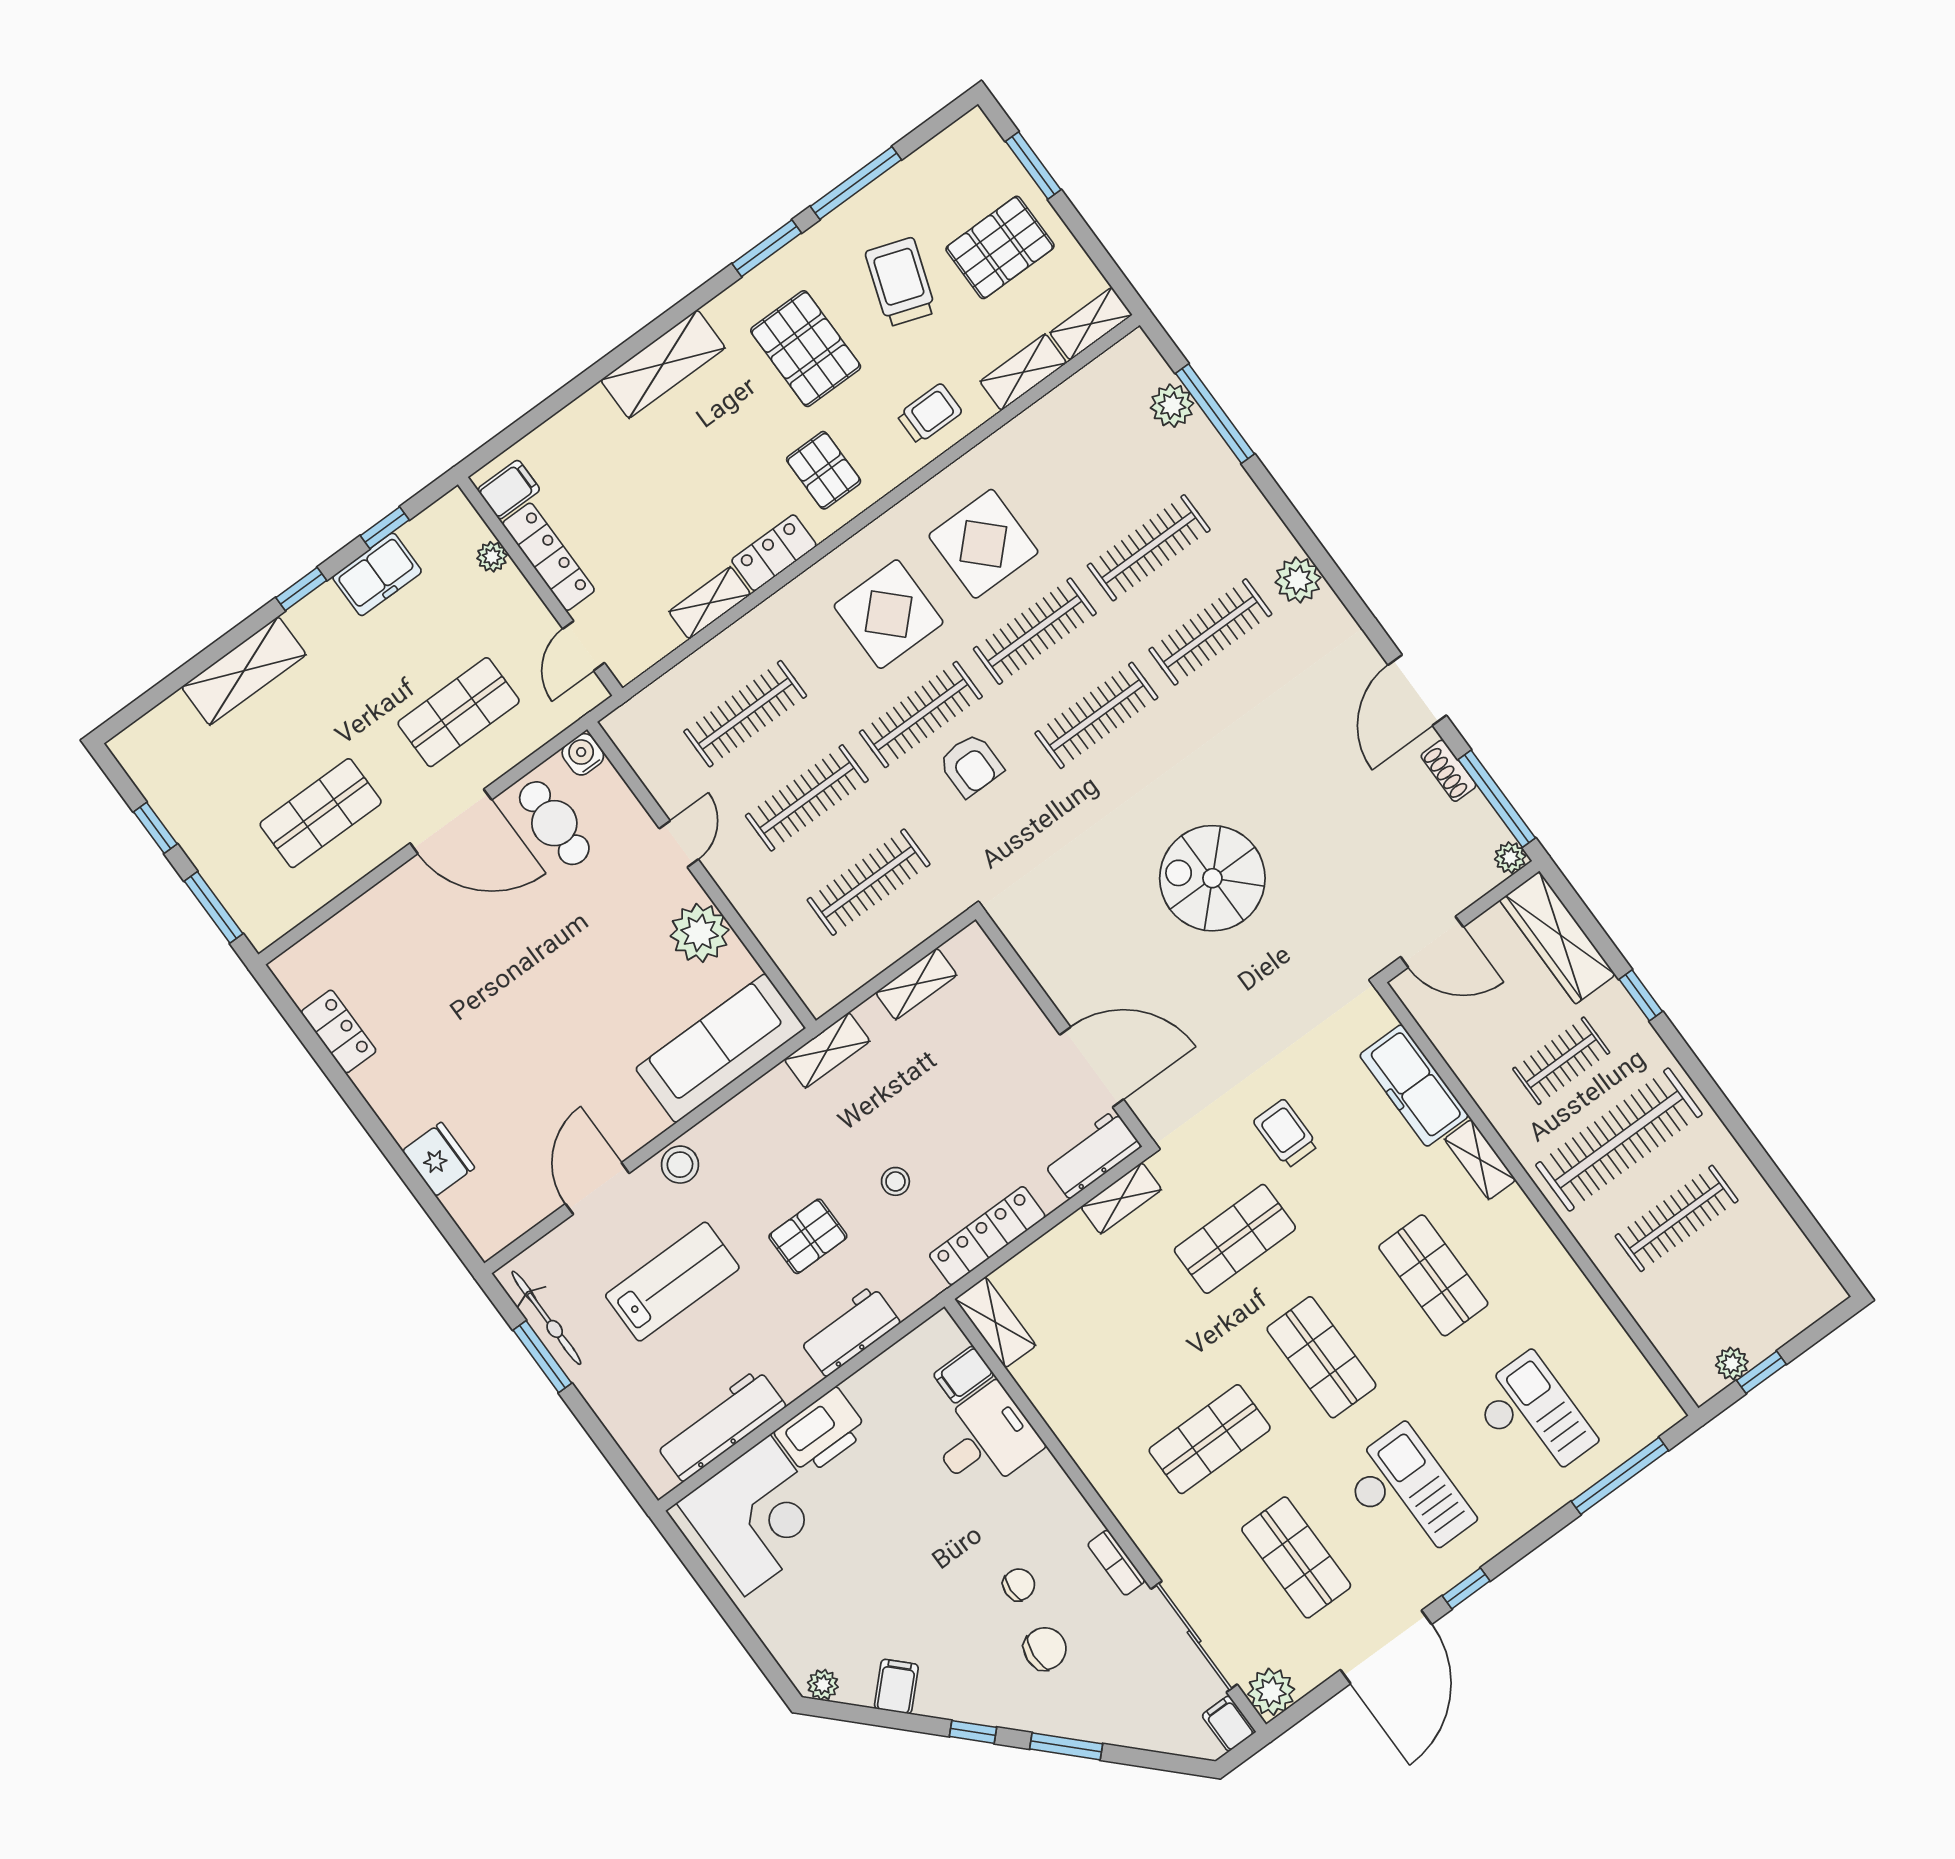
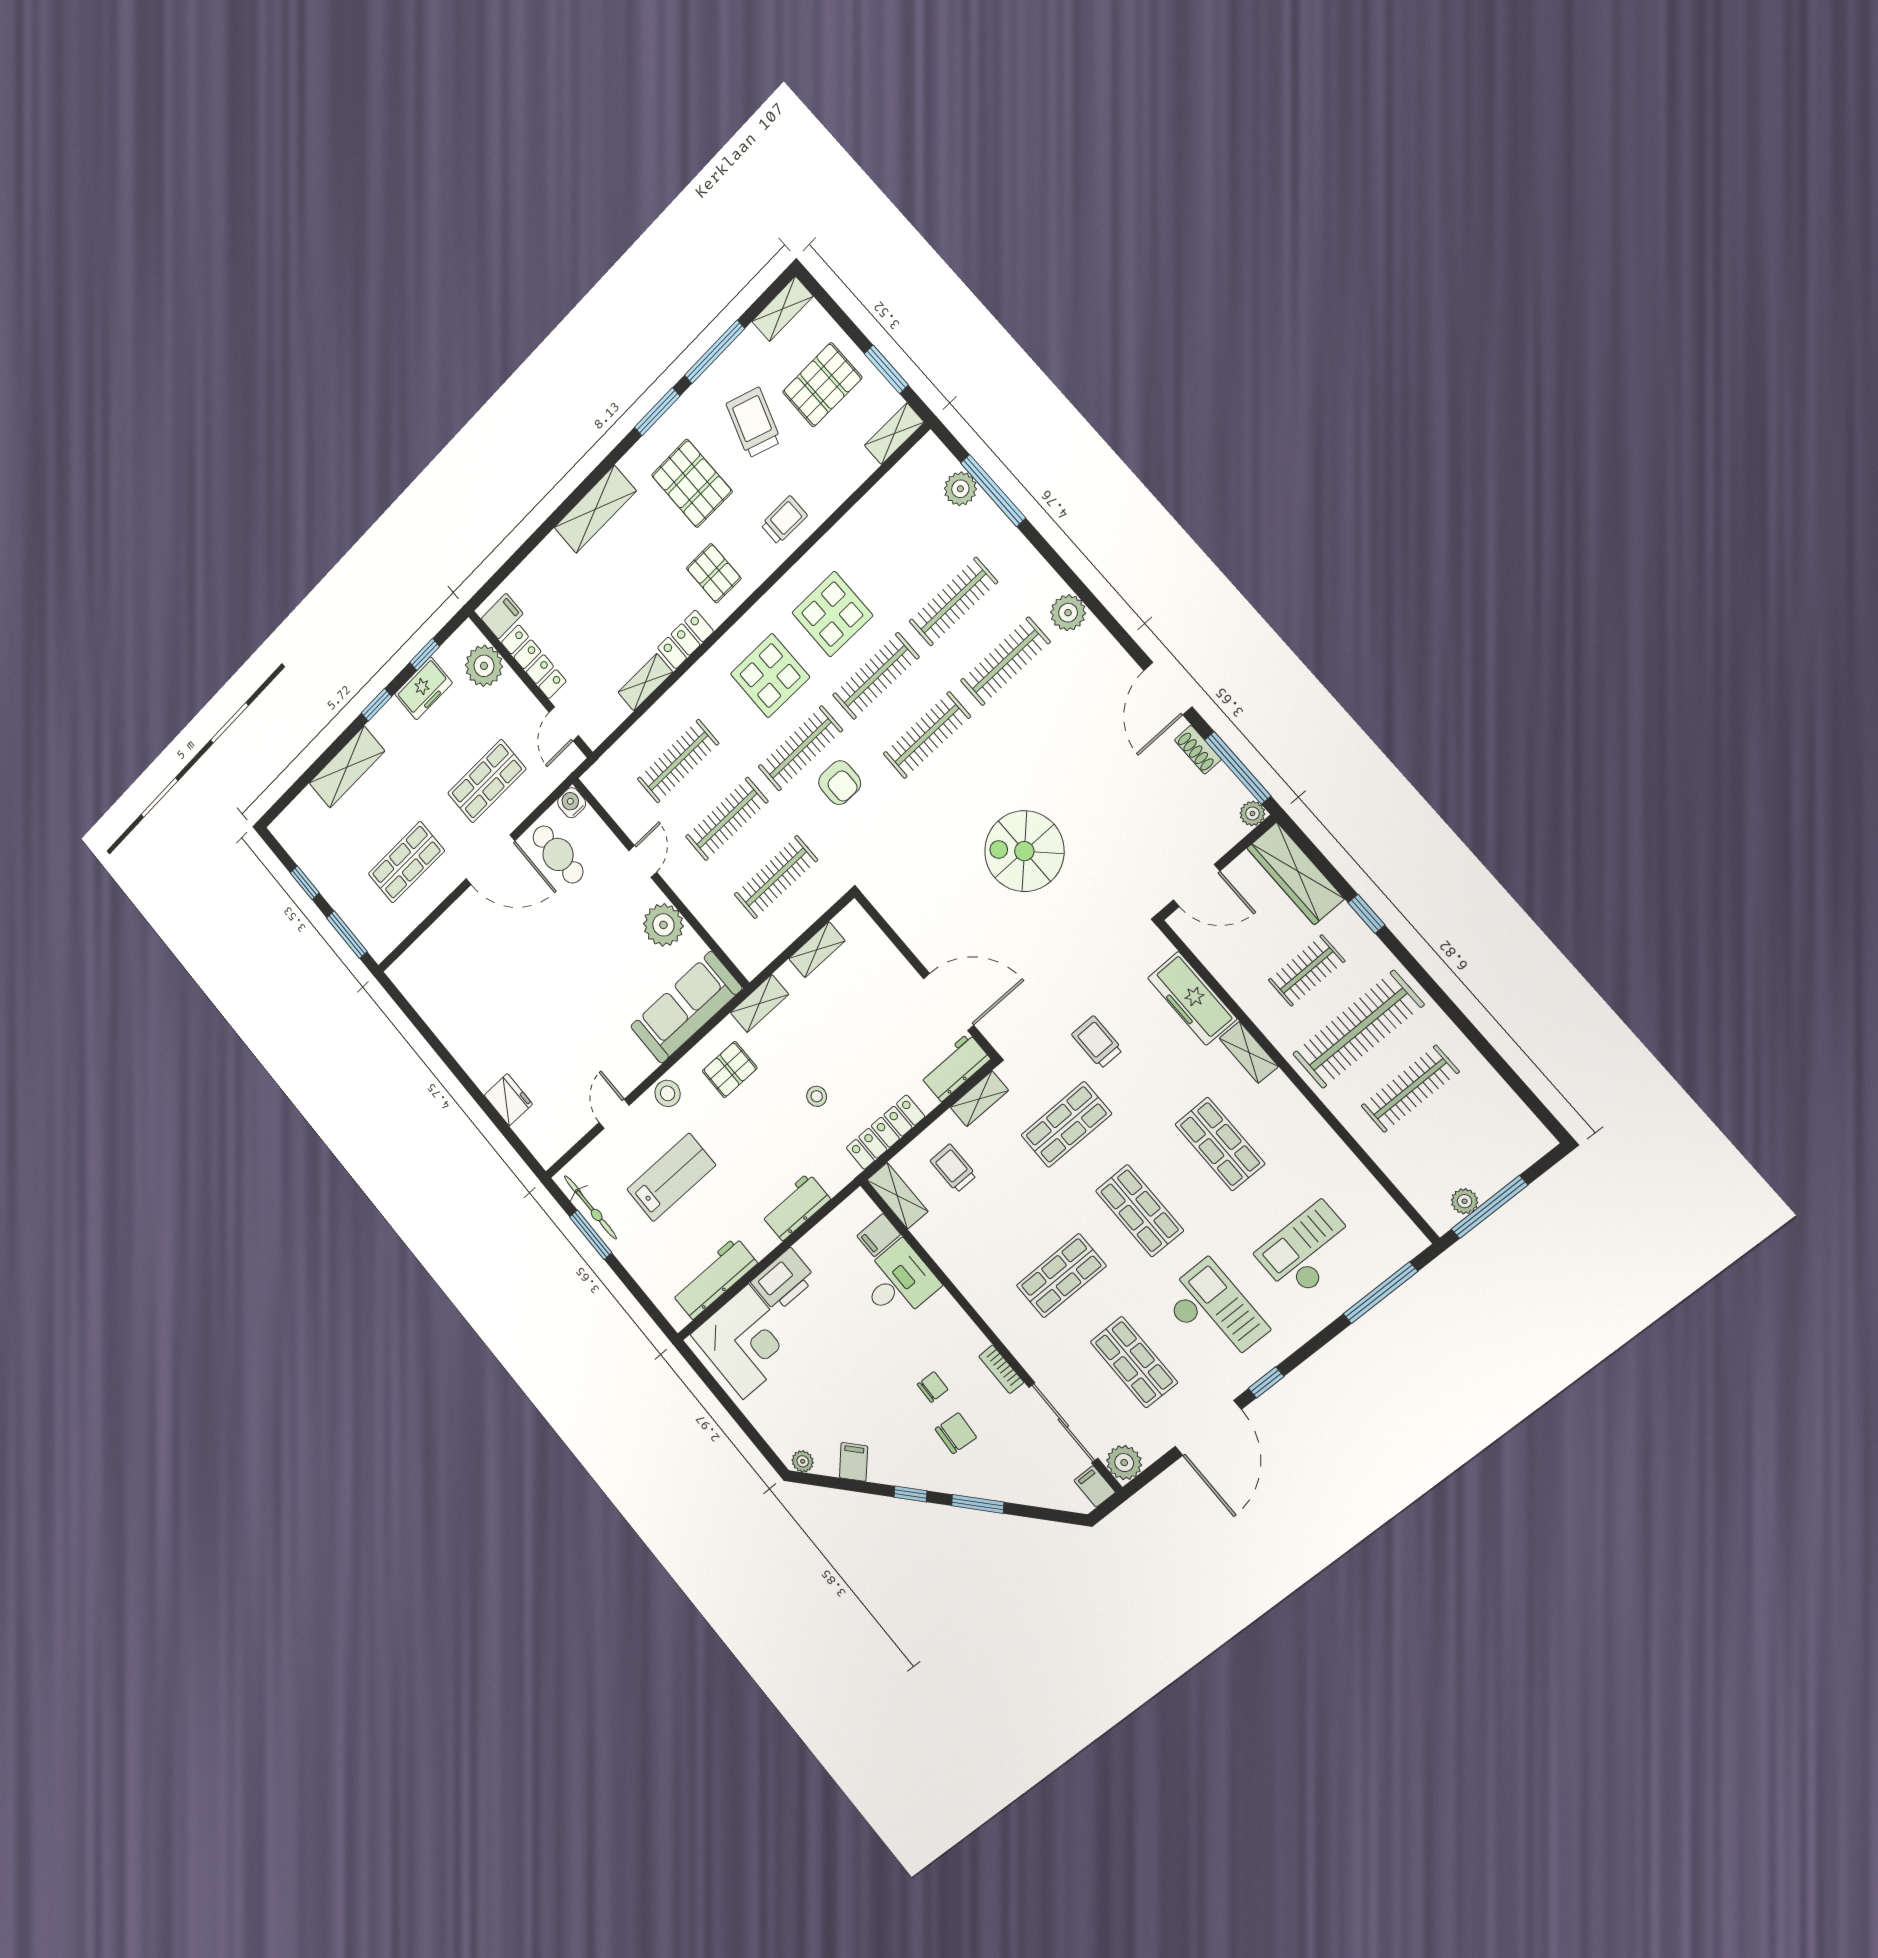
window: (1033, 165) -> (886, 369), moved
shelving: (1023, 372) -> (782, 309), moved
plant: (492, 557) -> (484, 666), width x1.88, depth x1.88
locker: (339, 1031) -> (435, 1015), removed
door: (597, 1188) -> (614, 1114), width x0.73
pallet: (808, 1236) -> (730, 1070), moved
trolley: (1077, 1289) -> (953, 1168), added
window: (1761, 1372) -> (1489, 1207), width x2.17
checkout: (1534, 1418) -> (1308, 1250), turned -90

